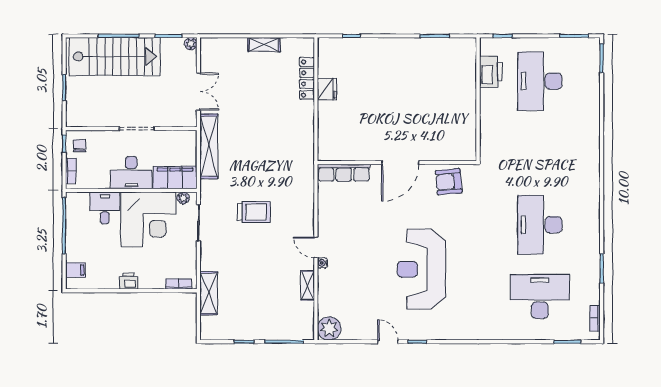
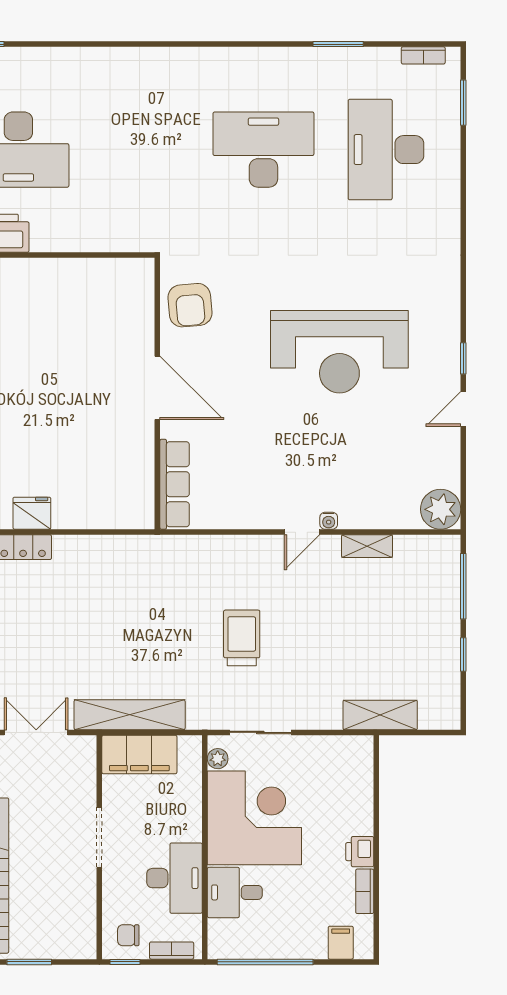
desk: (131, 173) -> (174, 878), moved
filing cabinet: (175, 177) -> (139, 754), moved, turned -90
desk: (540, 225) -> (263, 150), turned 180
bookcase: (179, 284) -> (365, 891), moved

